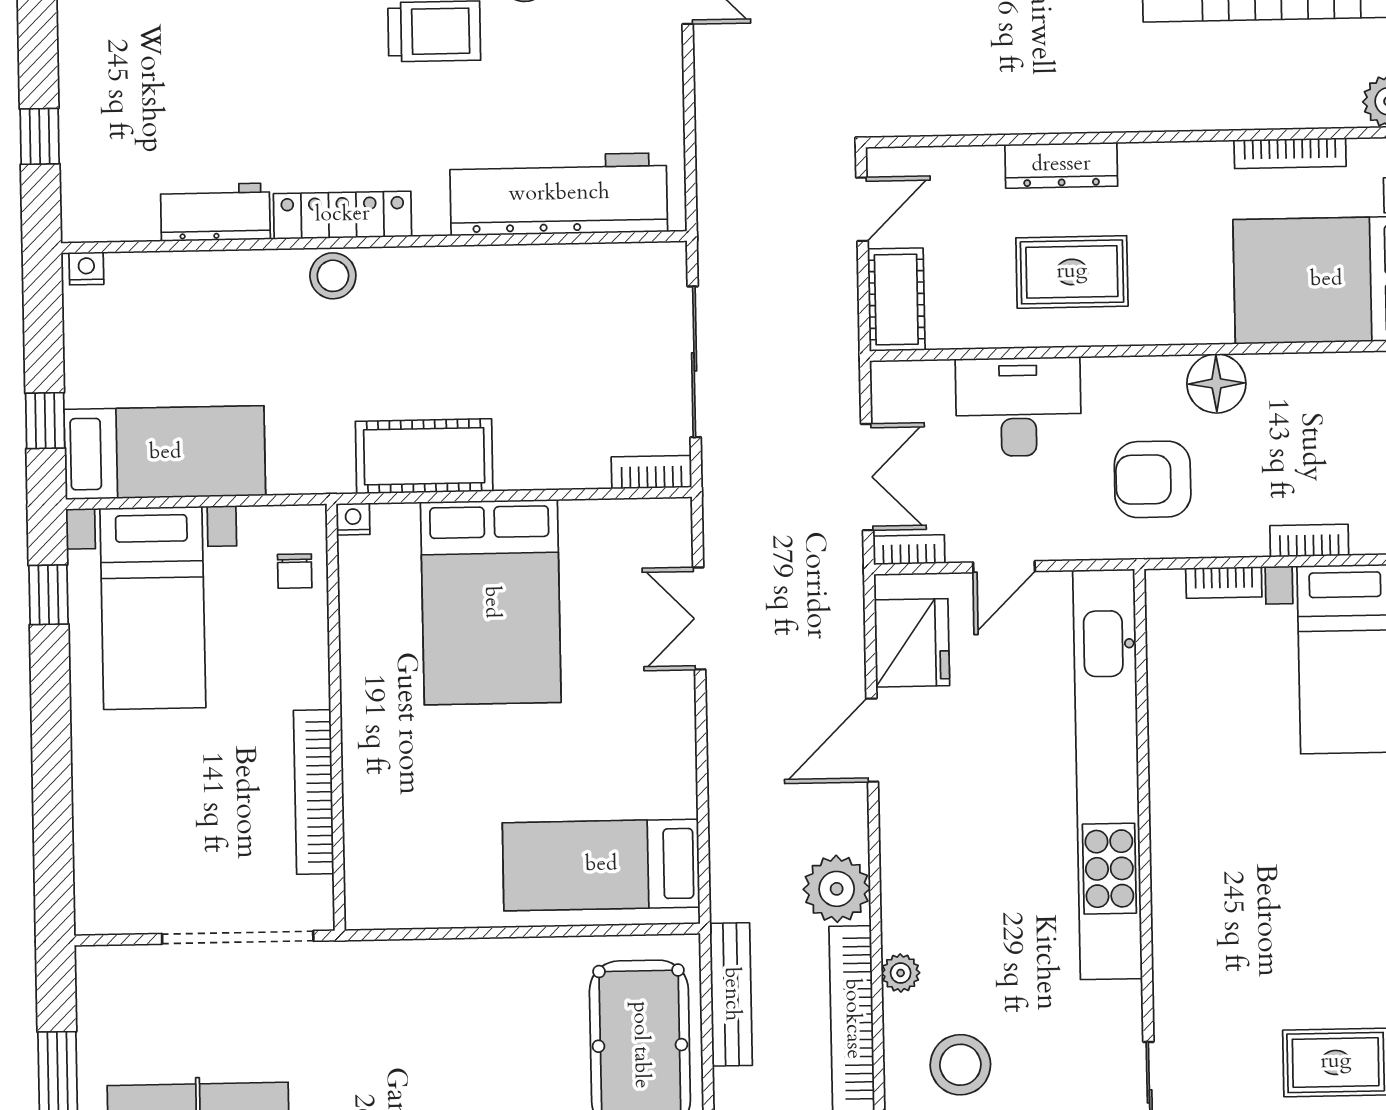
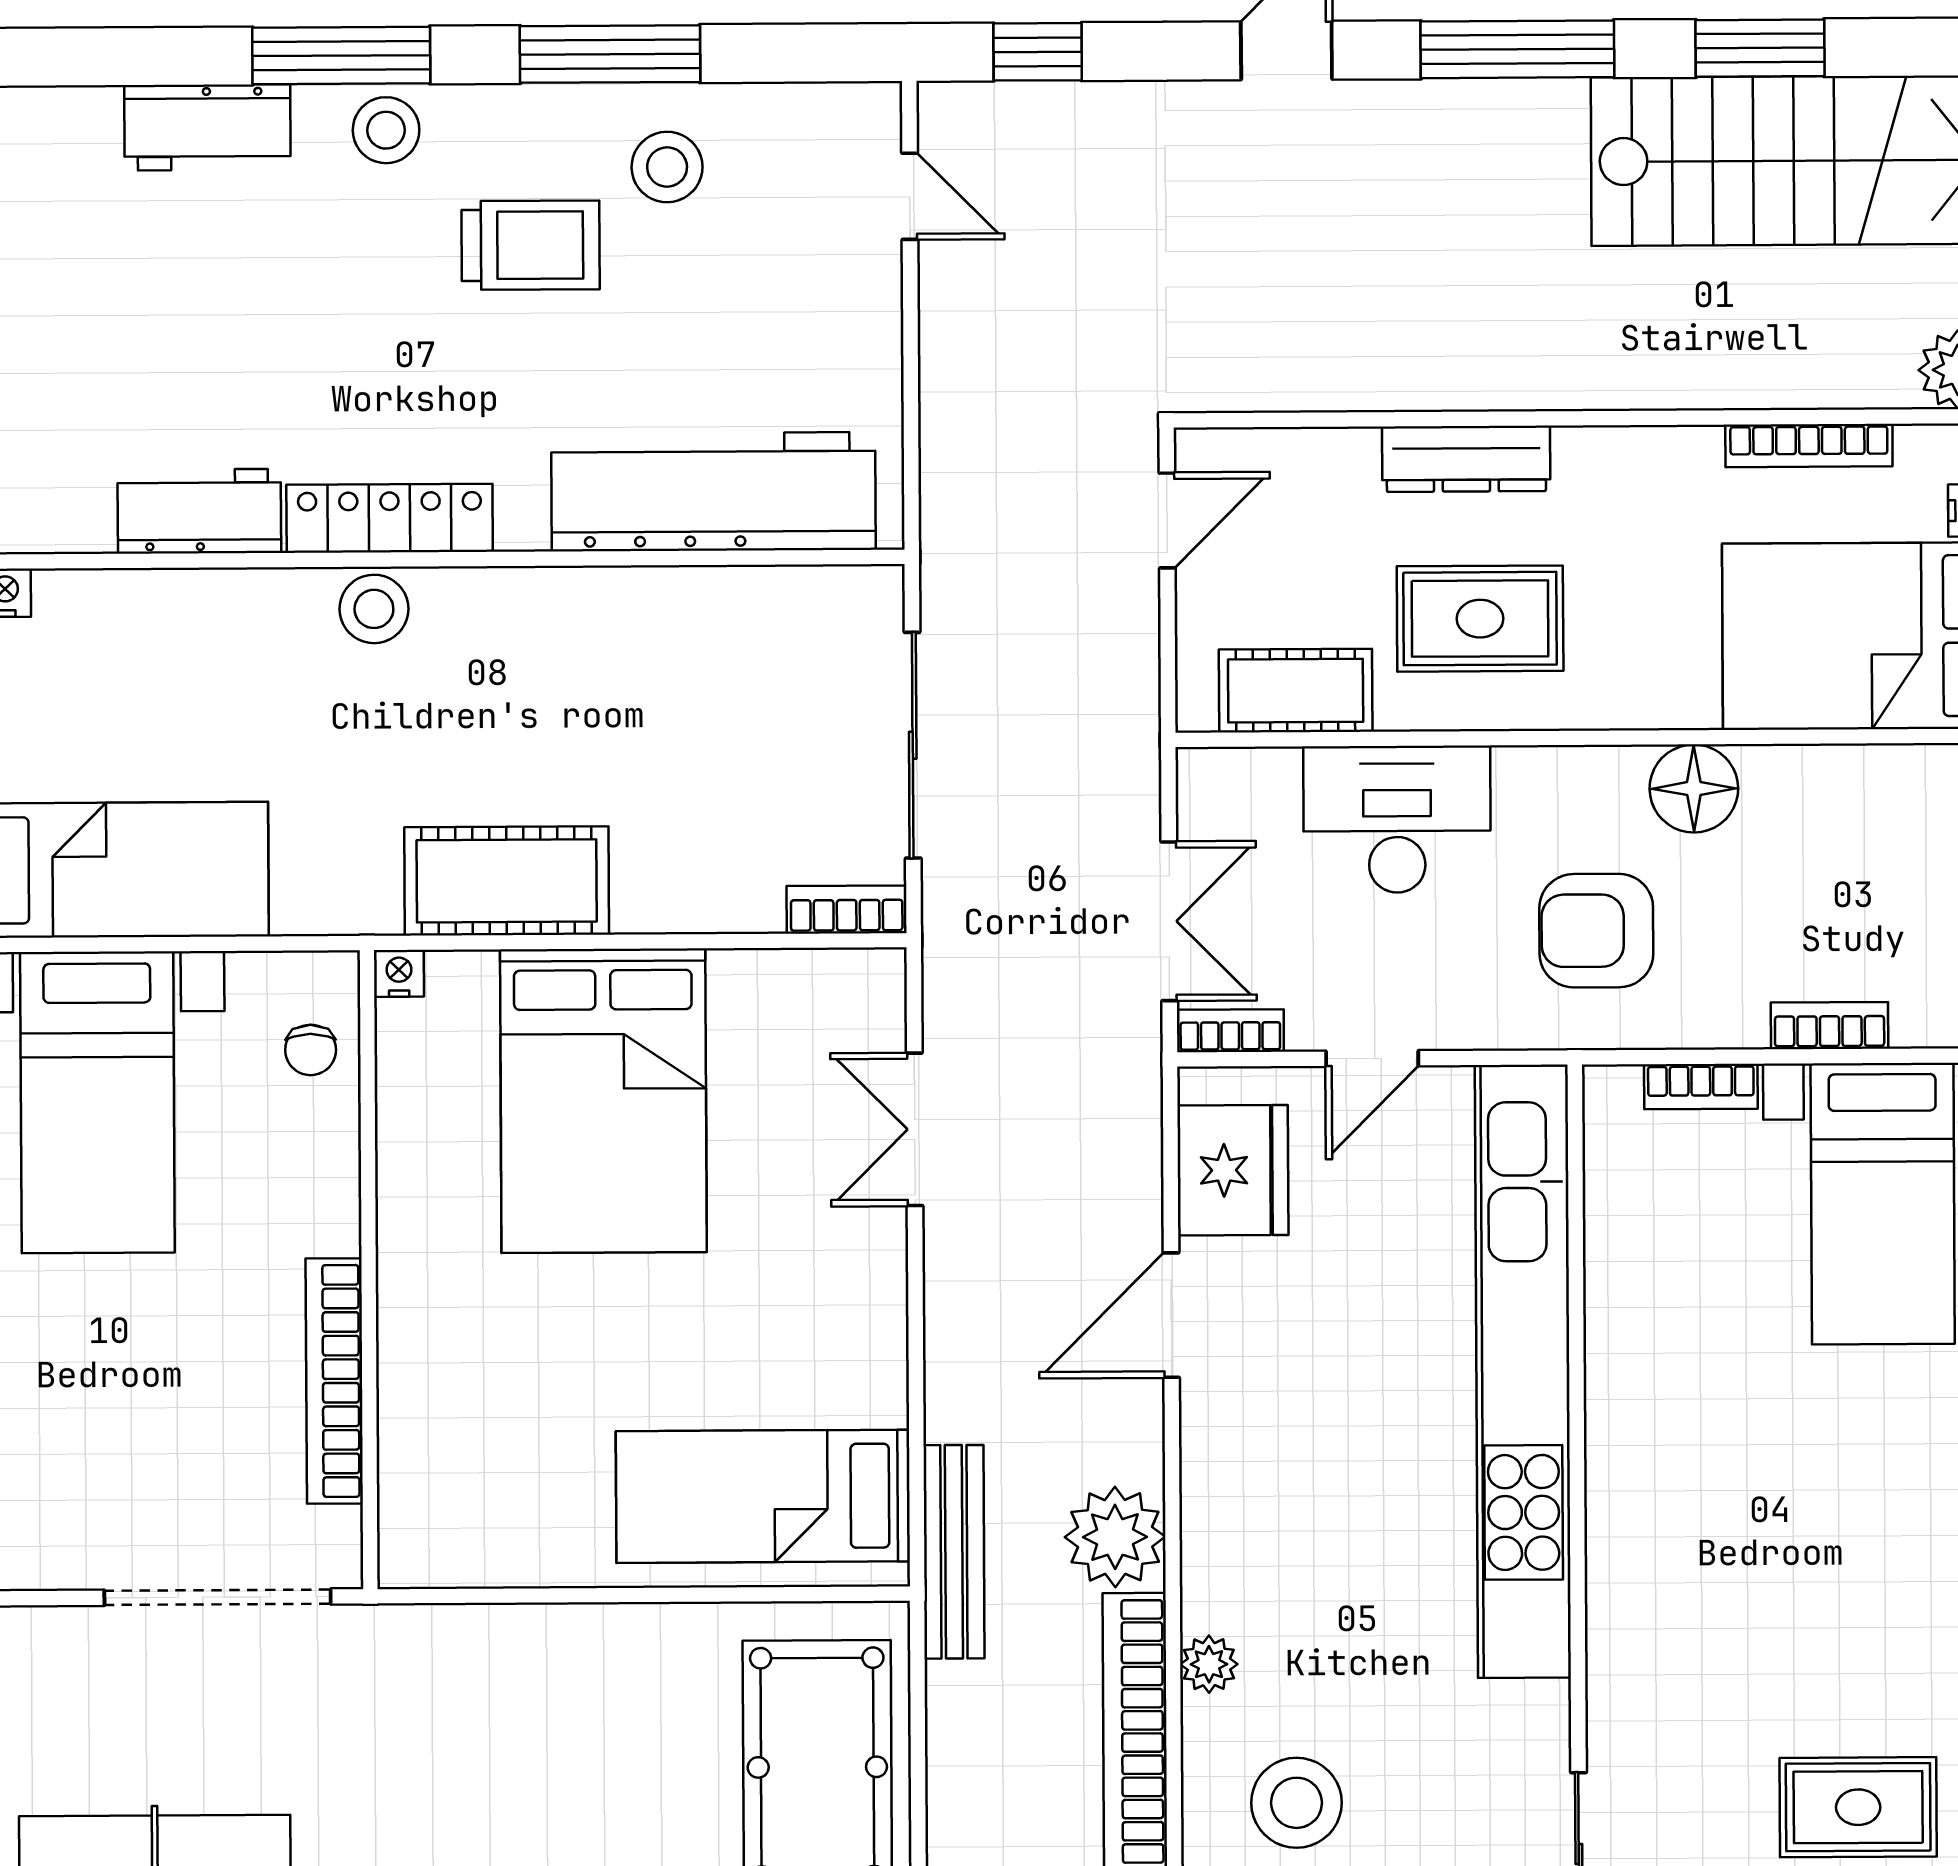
cot: (896, 300) -> (1296, 691), moved, turned 90
bench: (731, 994) -> (954, 1552), moved

